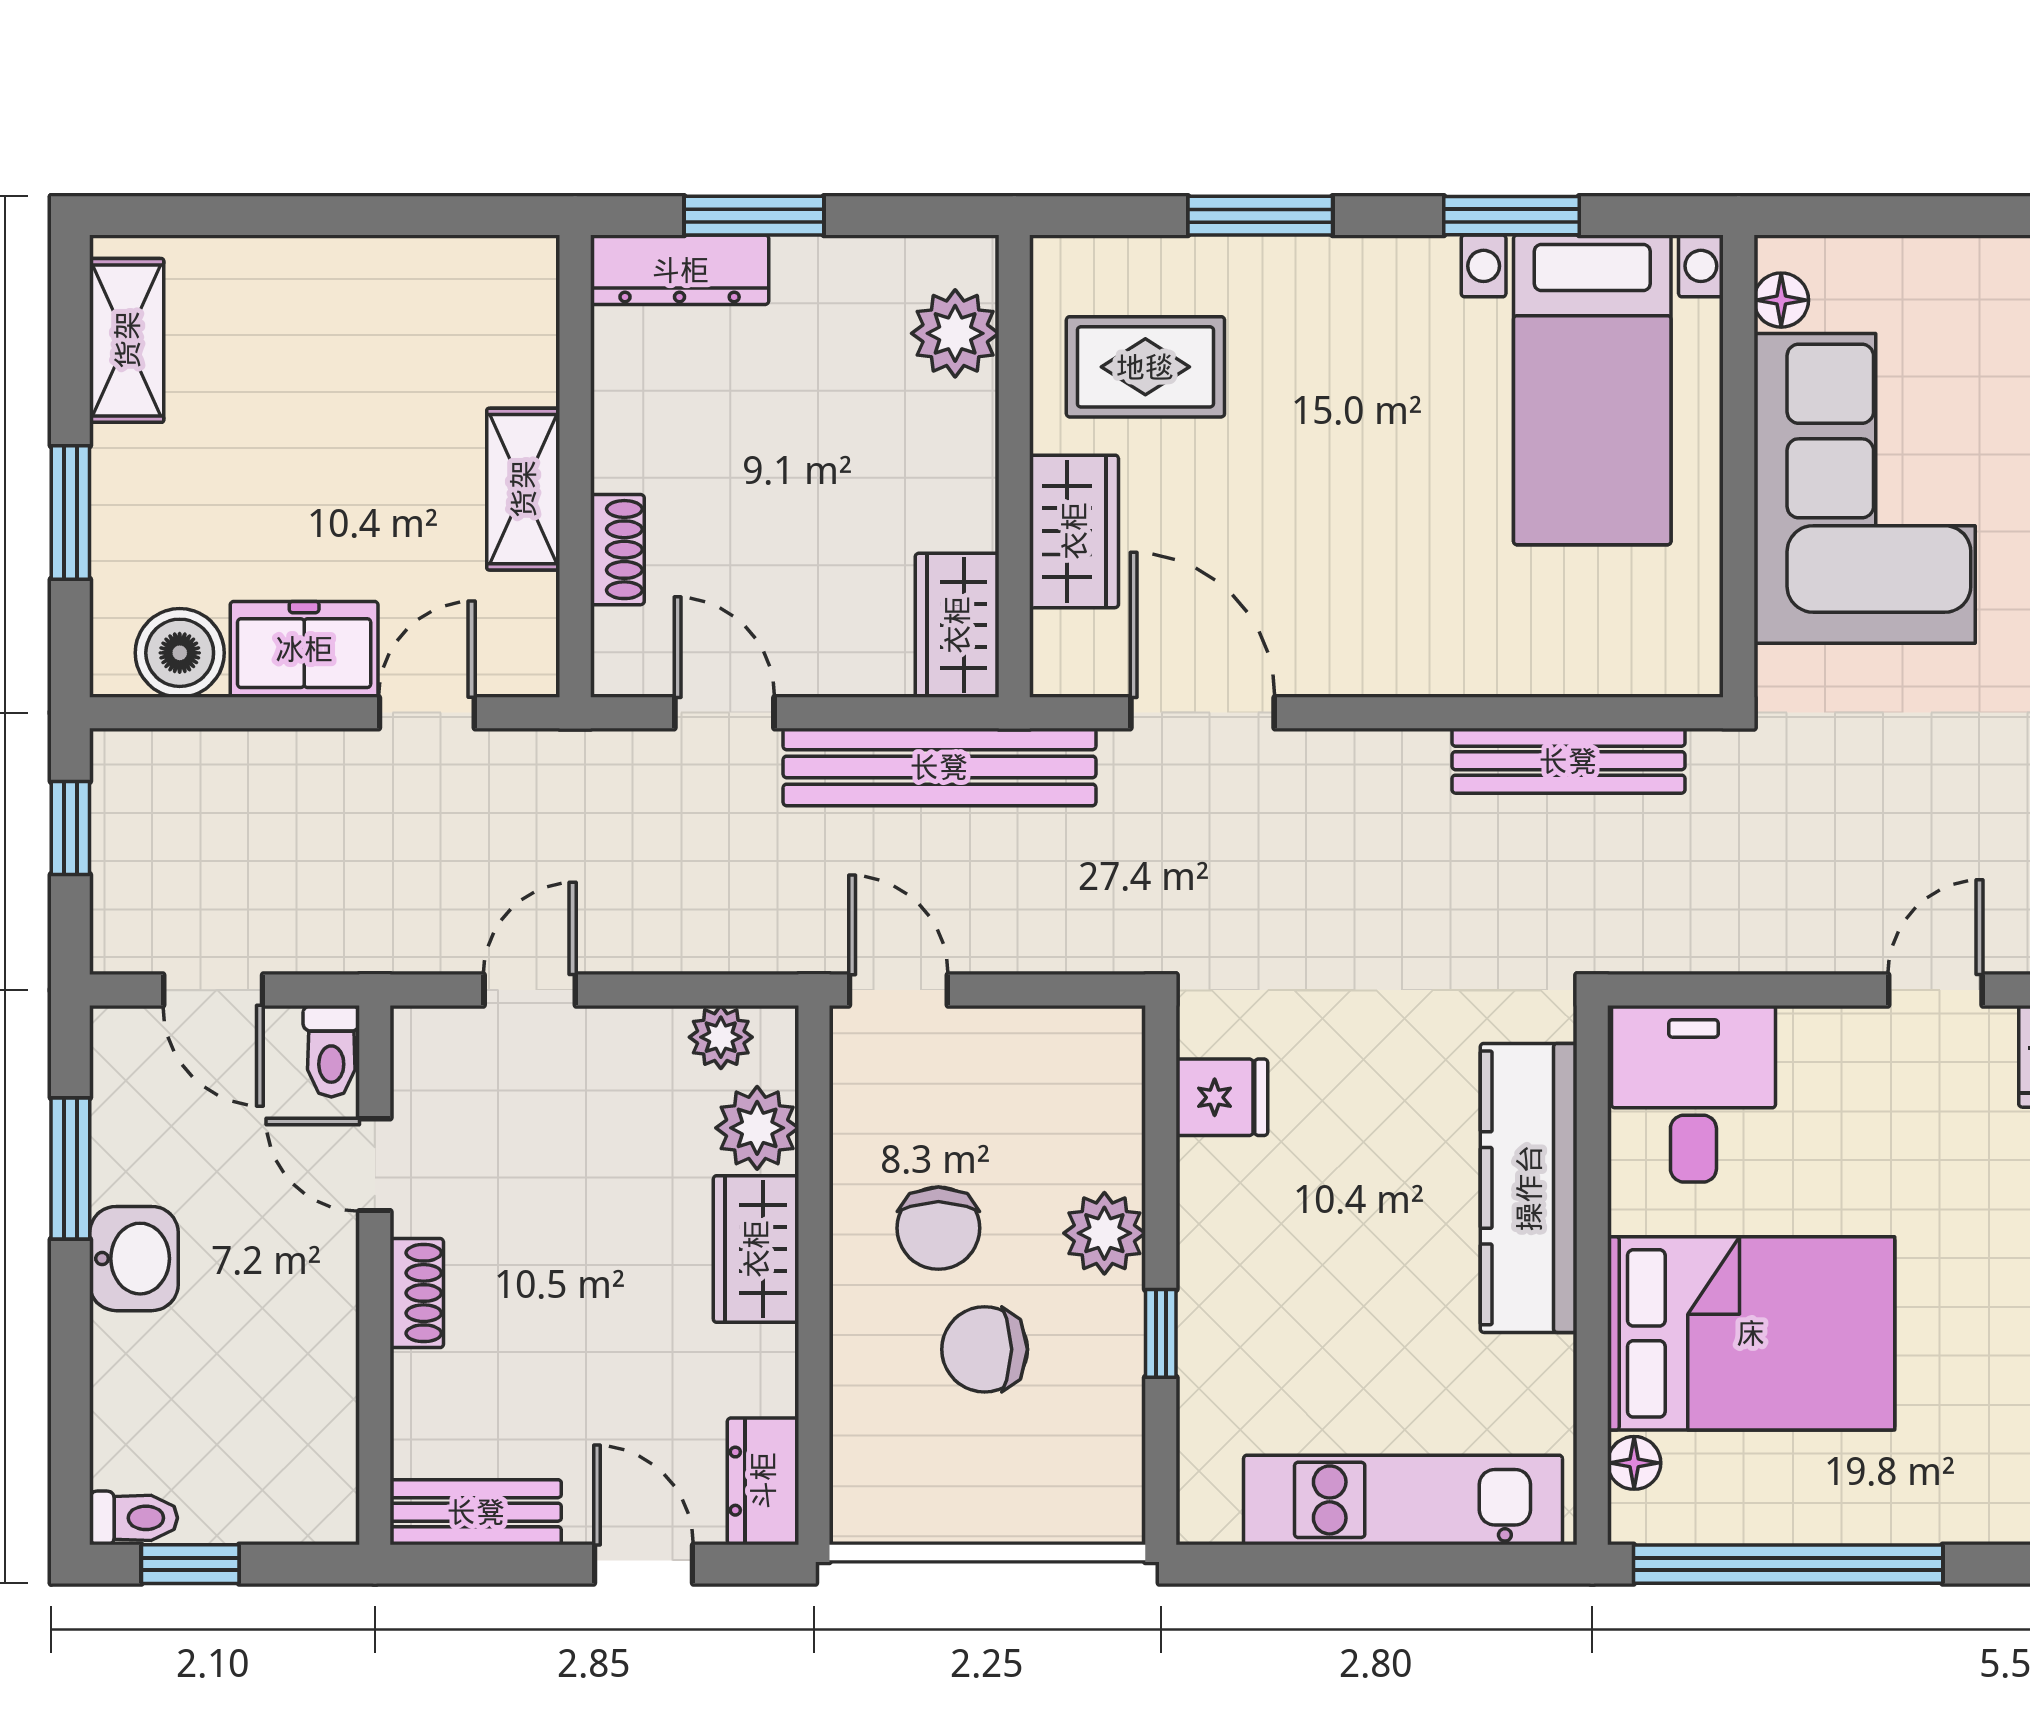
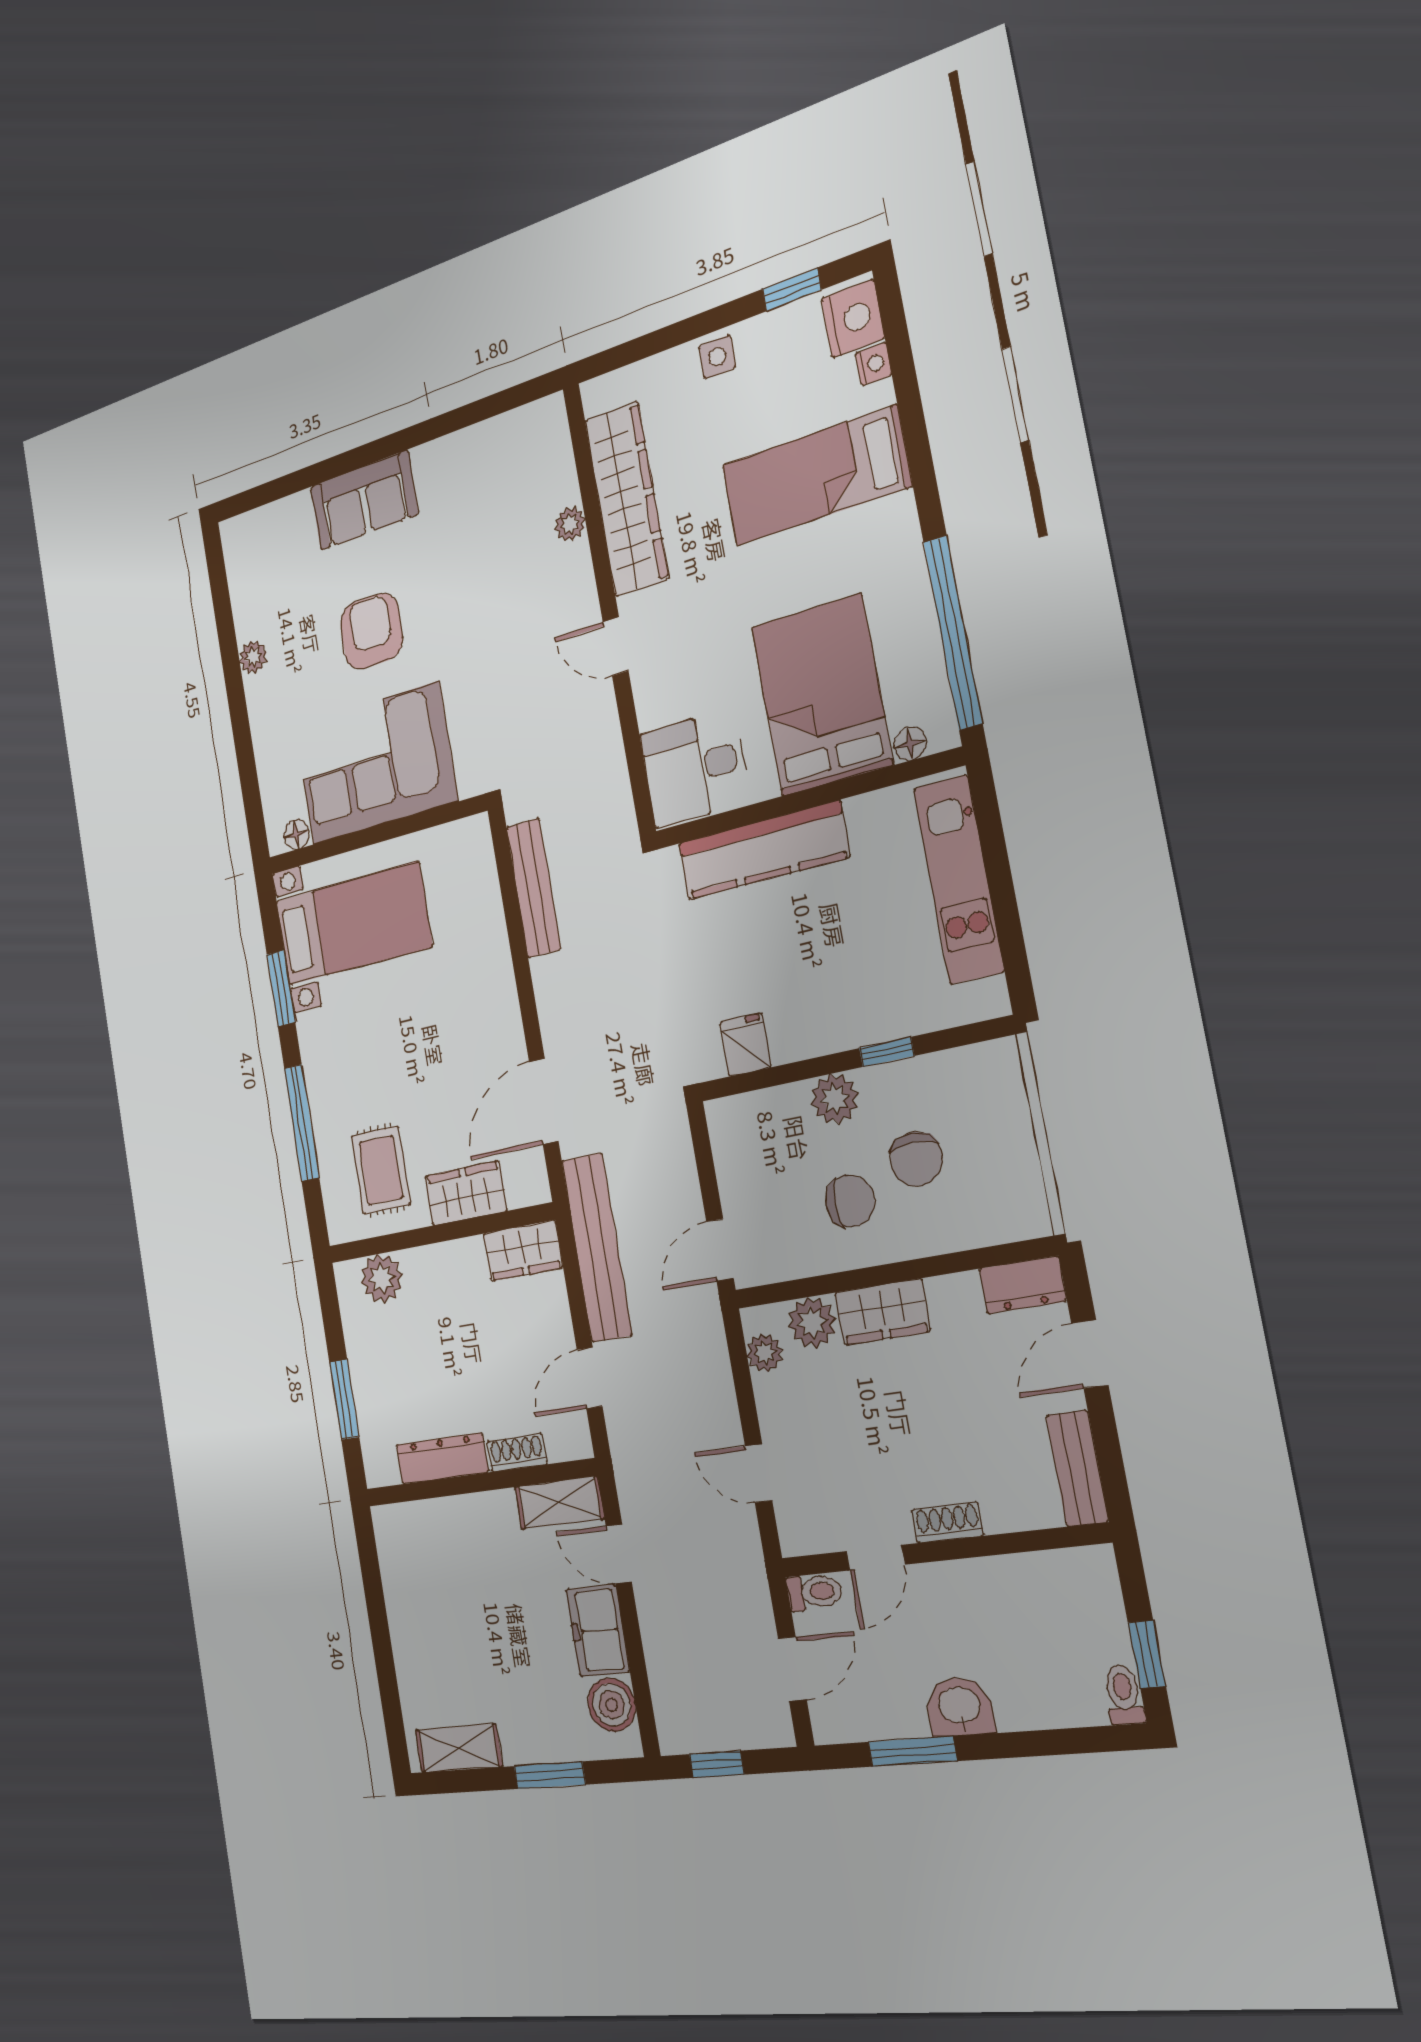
window: (1260, 216) -> (302, 1123), width x1.44
dresser: (680, 270) -> (442, 1459), moved, turned -90
shelving: (523, 489) -> (559, 1503), moved

